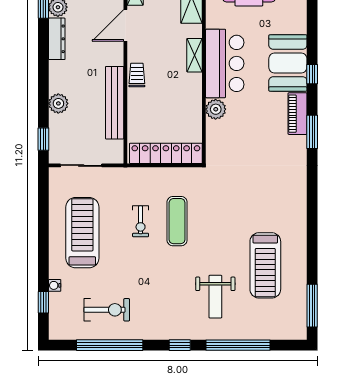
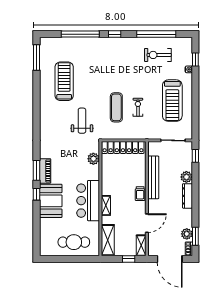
dresser: (57, 39) -> (187, 196), moved
plant: (216, 109) -> (93, 159), moved
window: (312, 132) -> (36, 170), moved
weight bench: (215, 297) -> (82, 121), moved

